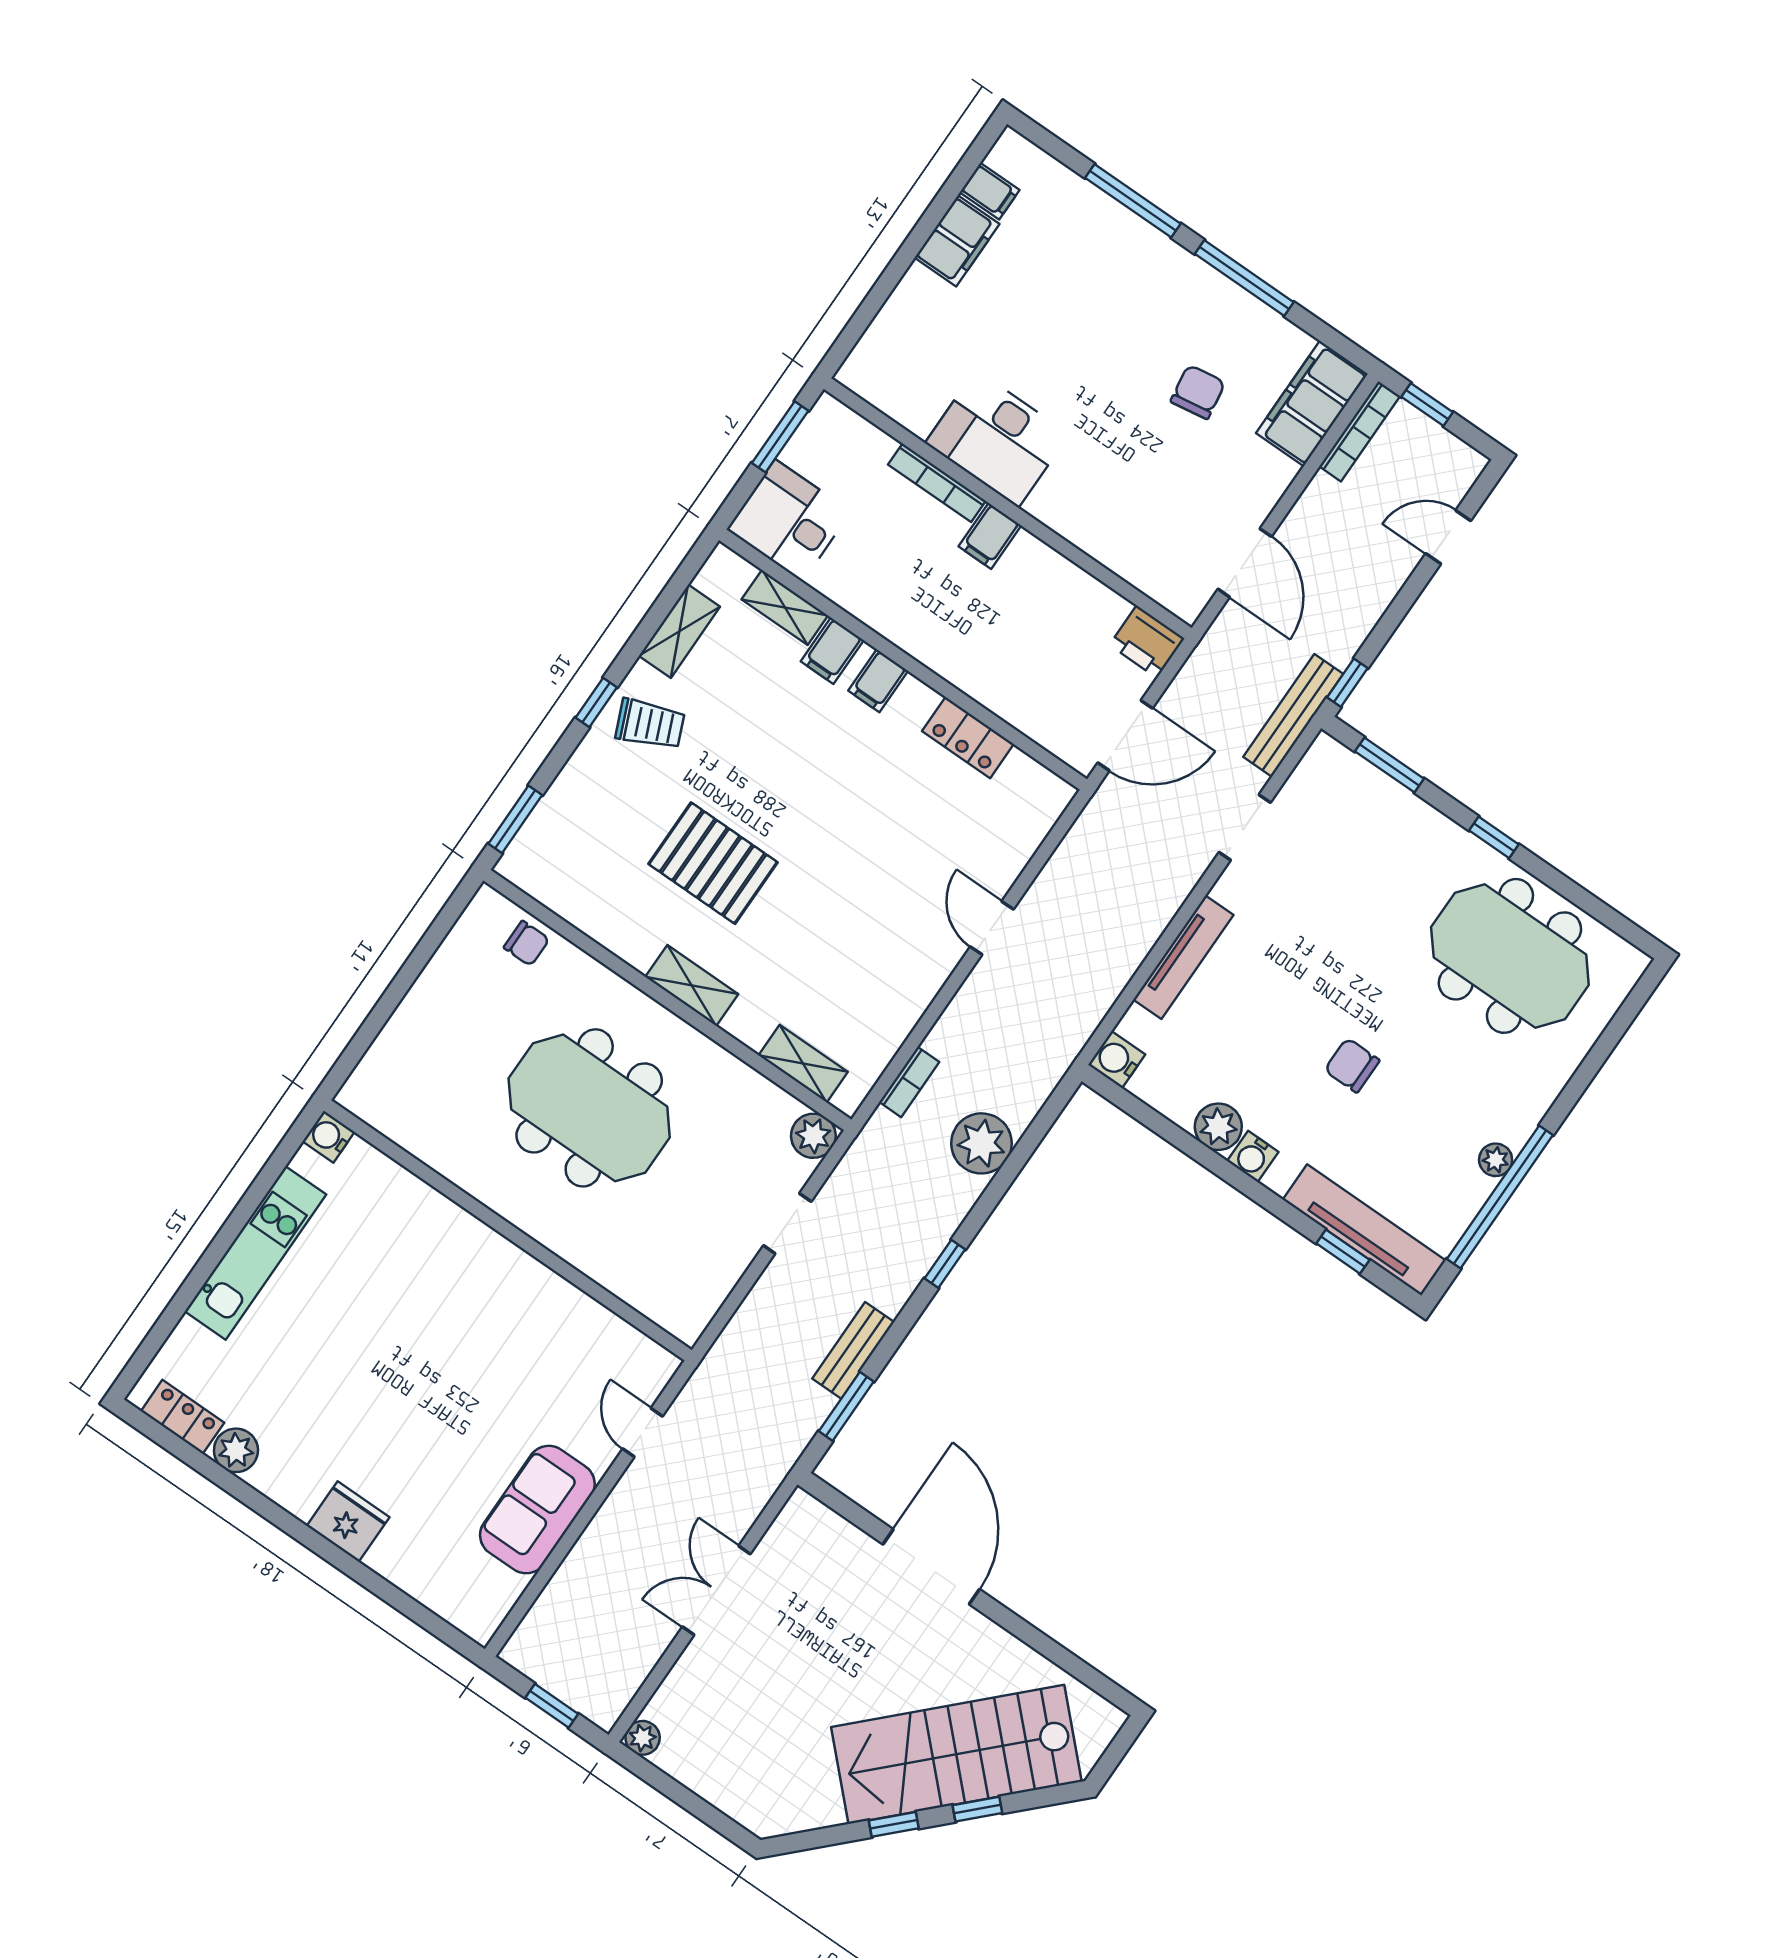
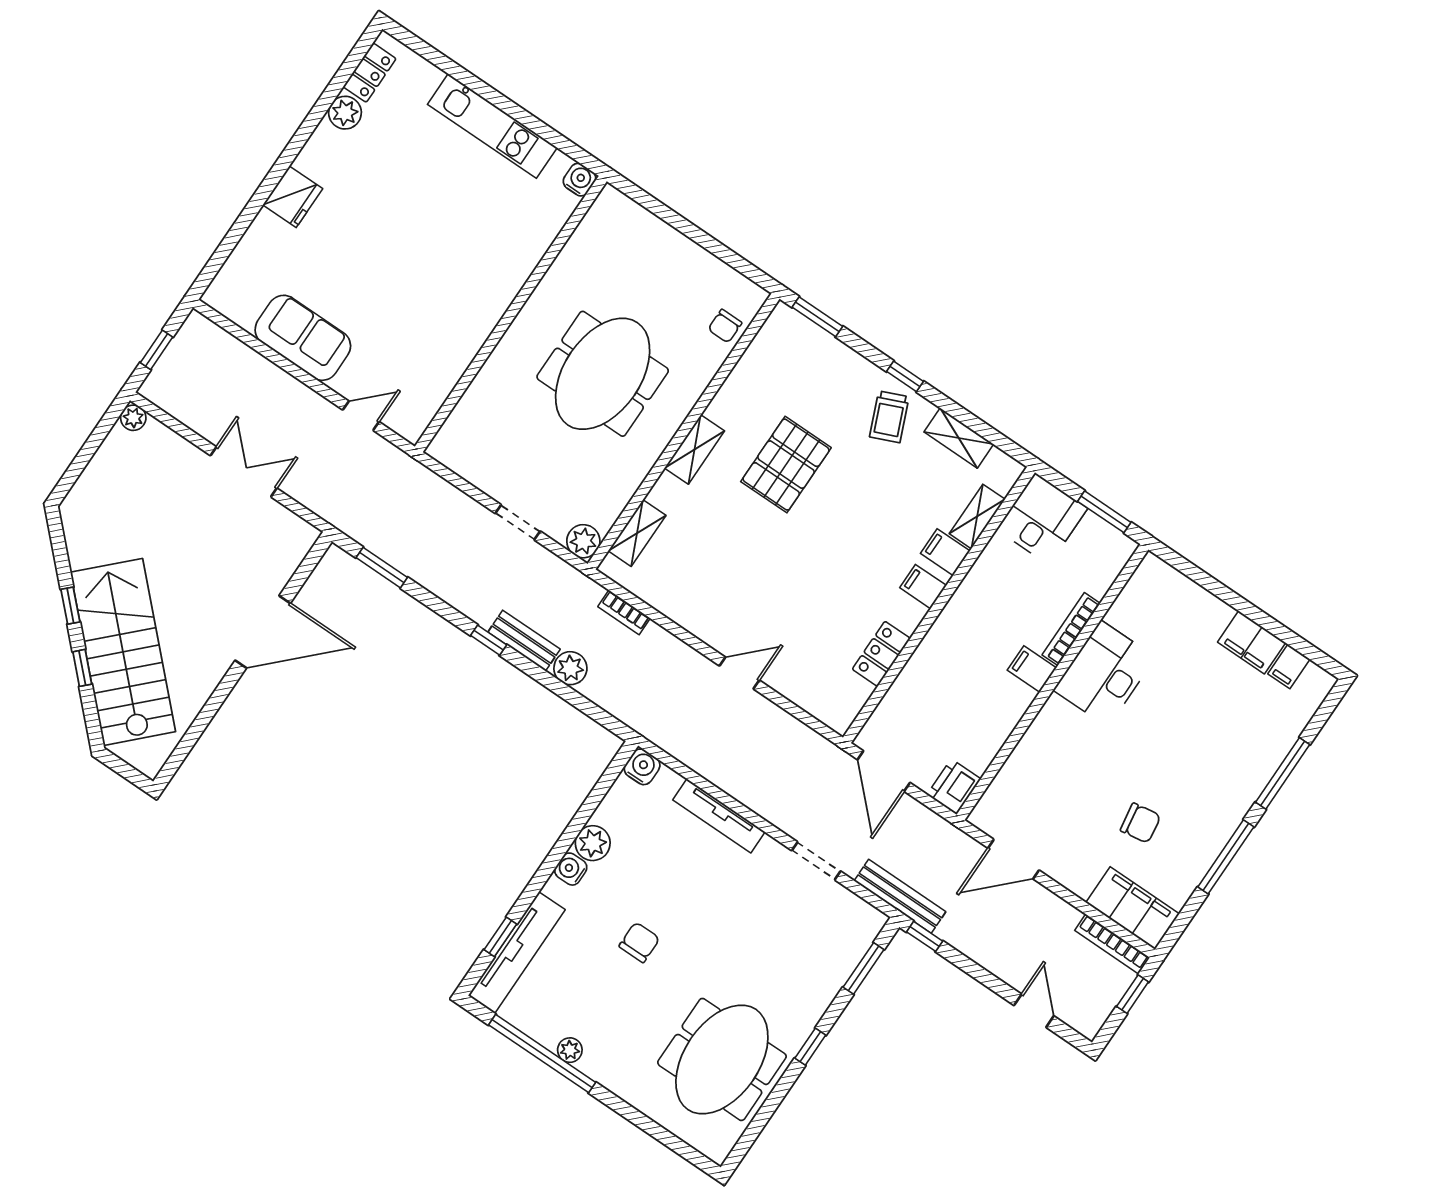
plant: (981, 1143) -> (570, 668), width x0.73, depth x0.73
bench: (853, 1350) -> (524, 641), moved

